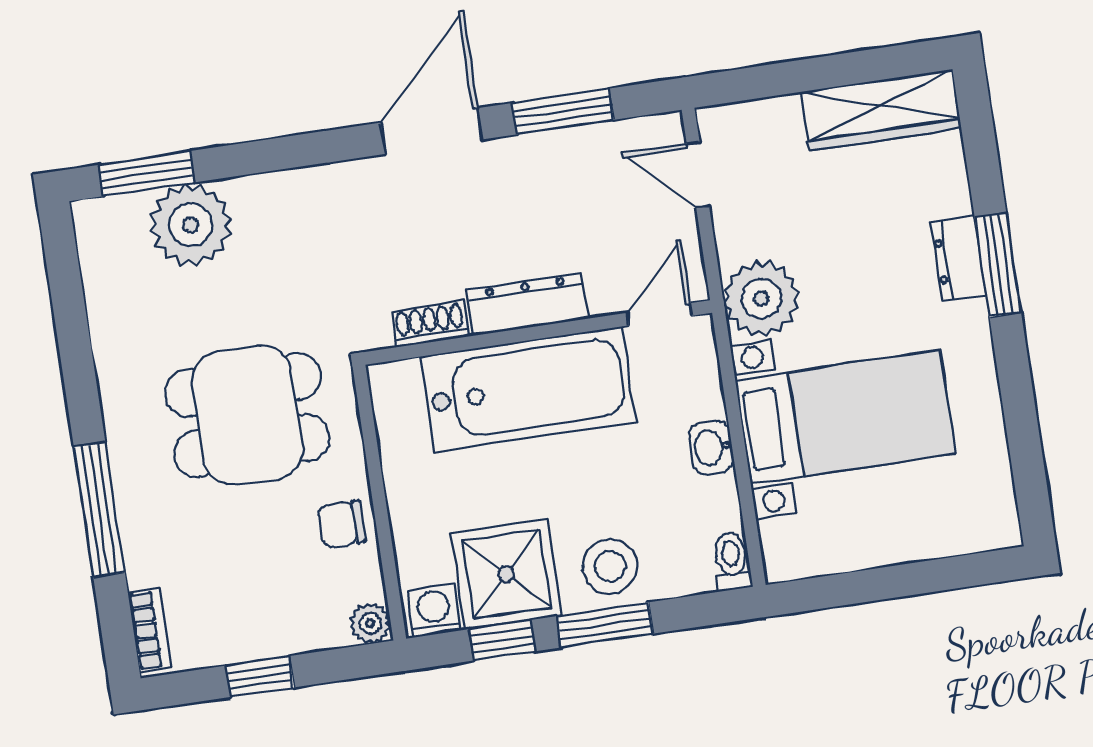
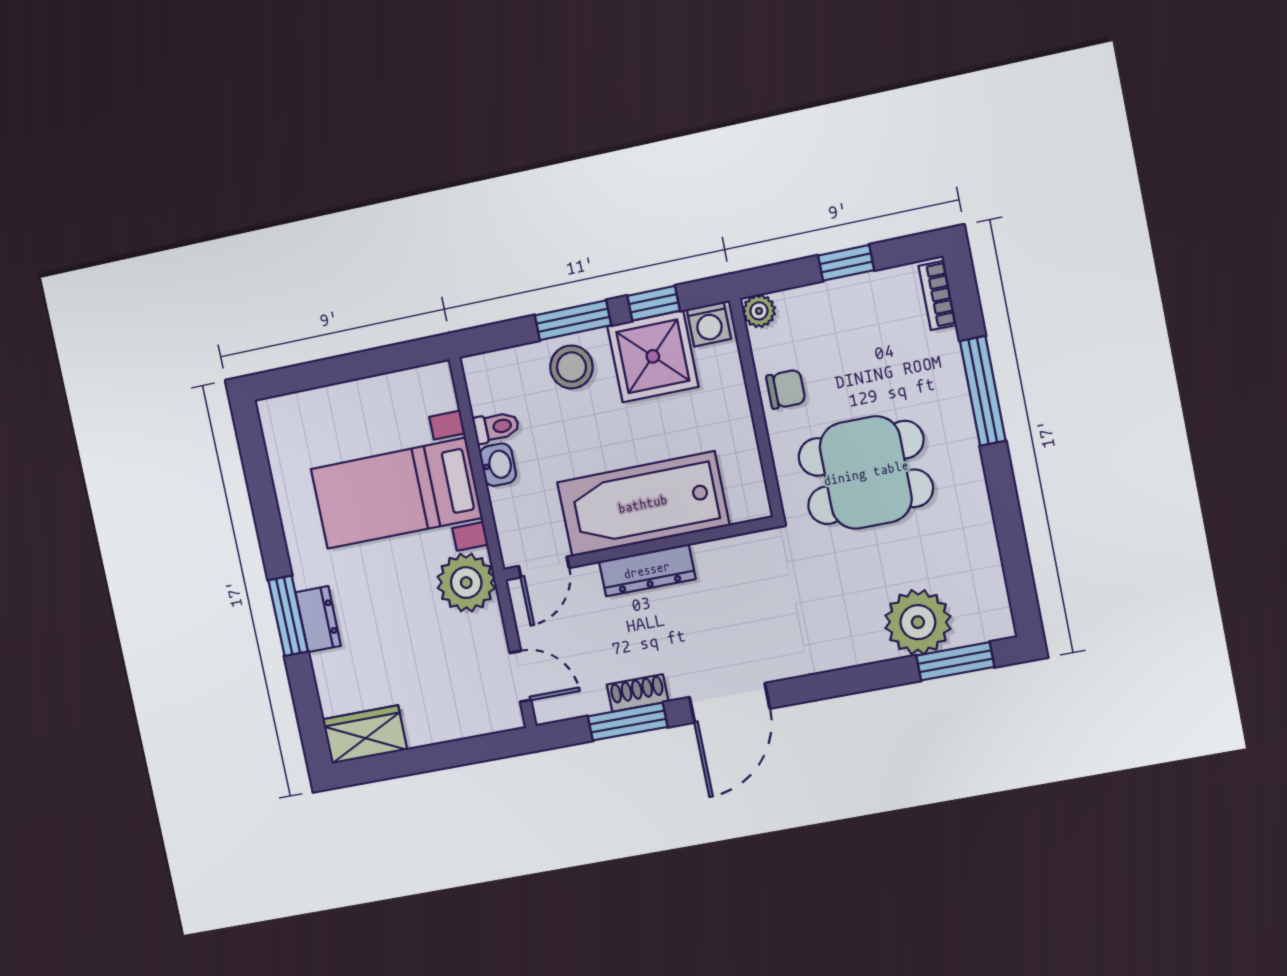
wardrobe: (881, 110) -> (365, 735), width x0.67
shoe rack: (430, 324) -> (638, 693), moved, turned 180
toilet: (732, 561) -> (496, 427), moved, turned -90

